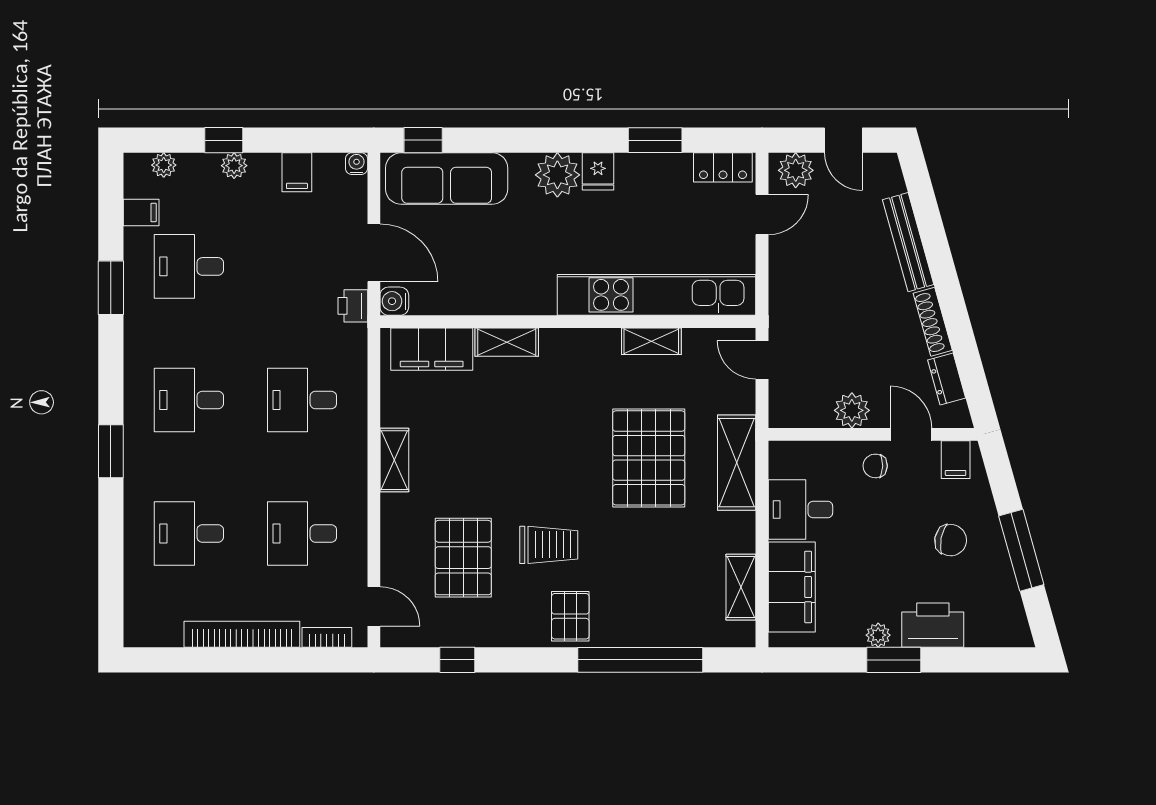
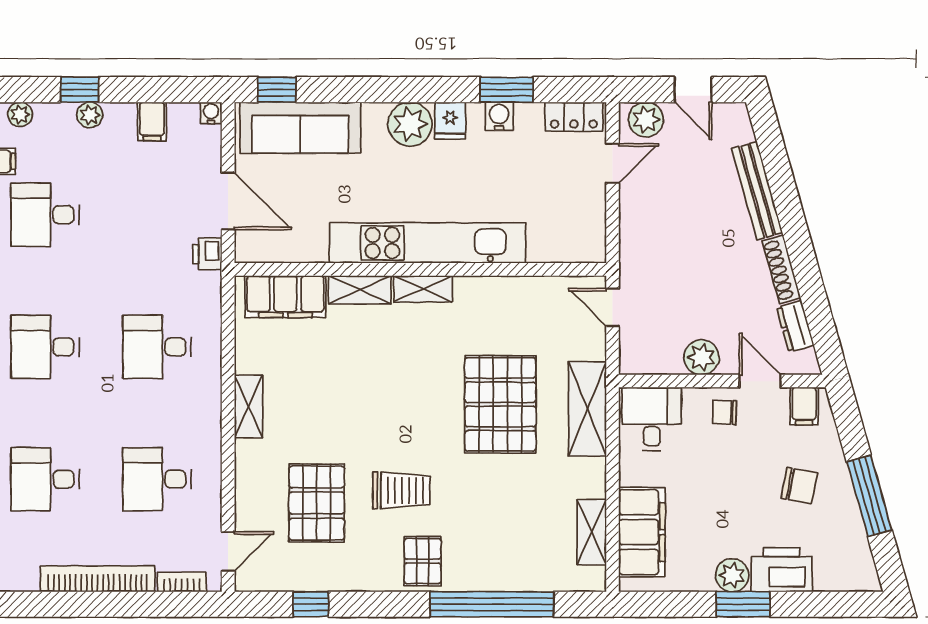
kitchen unit: (657, 295) -> (428, 243), moved
water cooler: (394, 301) -> (499, 116), moved, turned 90
shelving: (651, 341) -> (423, 289), moved
desk: (800, 509) -> (652, 419), moved, turned 90
door: (374, 606) -> (228, 551), hinge flipped
plant: (878, 635) -> (732, 575), width x1.38, depth x1.38

